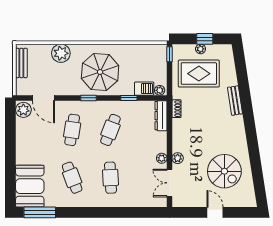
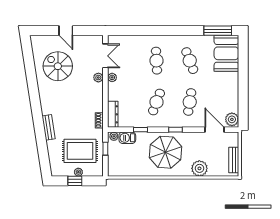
window: (169, 54) -> (105, 149), moved

